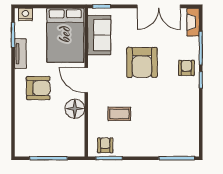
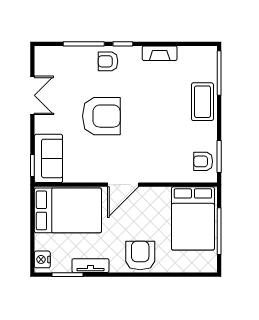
double door: (159, 6) -> (32, 95), width x0.73
fireplace: (193, 22) -> (160, 53), moved
sofa: (99, 35) -> (48, 158), moved, turned 90
armchair: (38, 88) -> (140, 256), moved
floor lamp: (75, 109) -> (158, 199), removed
coffee table: (119, 114) -> (202, 102), moved, width x1.36, depth x1.30
bed: (59, 137) -> (193, 218), added

